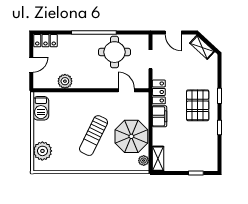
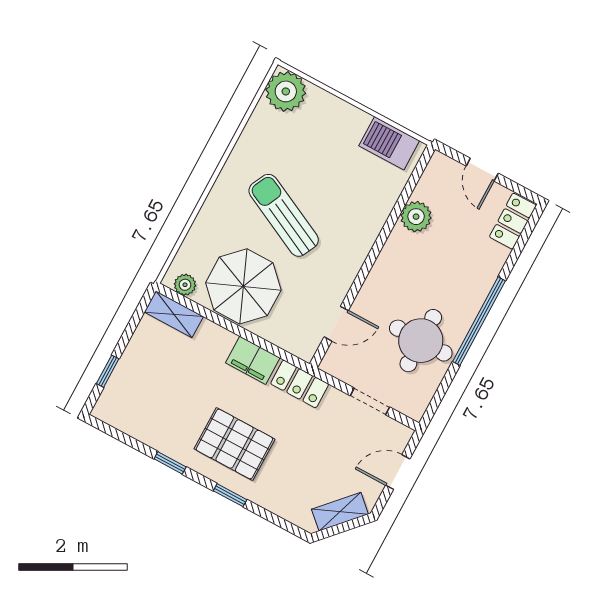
plant: (42, 151) -> (286, 91), moved

